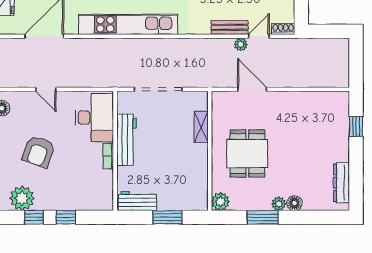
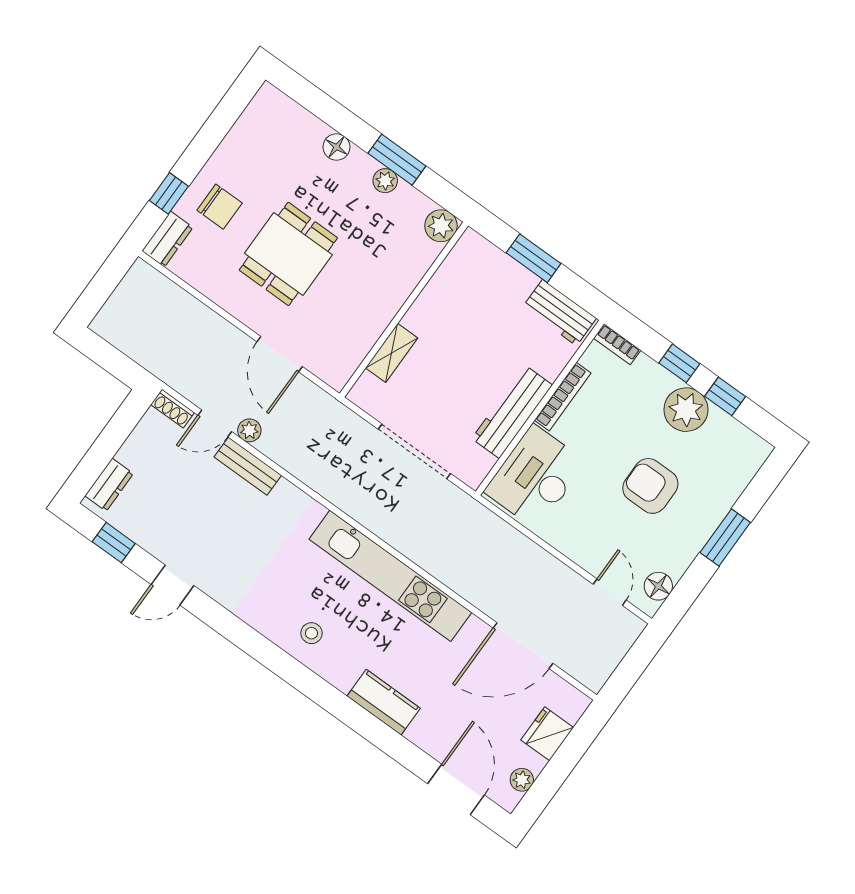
door: (46, 89) -> (610, 592), moved
chair: (328, 137) -> (220, 207), added
armchair: (39, 152) -> (650, 486), turned -109
dining table: (247, 154) -> (288, 254), moved
bookcase: (108, 156) -> (563, 397), width x1.56
dresser: (342, 183) -> (167, 239), moved, width x0.70
plant: (22, 198) -> (686, 410), moved
plant: (279, 204) -> (385, 181), moved
bookcase: (101, 206) -> (617, 344), added

